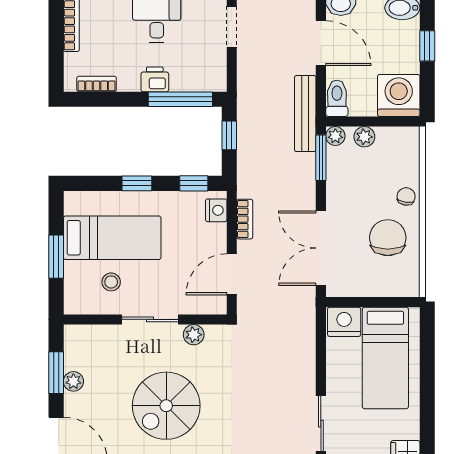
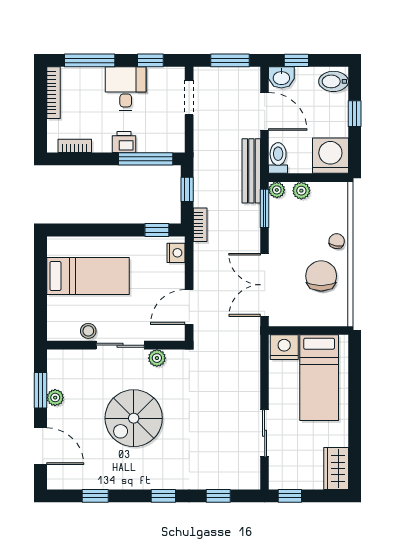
window: (137, 183) -> (109, 230), removed
bookcase: (245, 219) -> (200, 225), moved
window: (56, 257) -> (41, 292), removed
stool: (111, 282) -> (88, 331), moved

